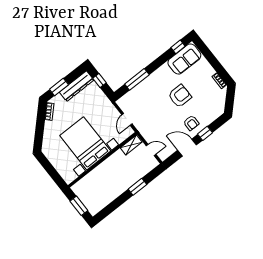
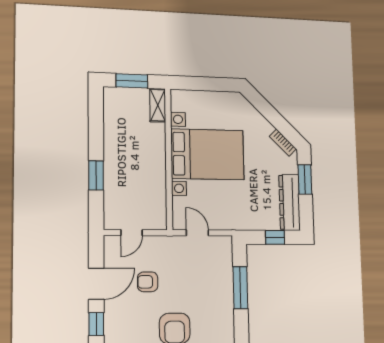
armchair: (191, 123) -> (148, 282), moved
shelving: (131, 145) -> (158, 105), moved

